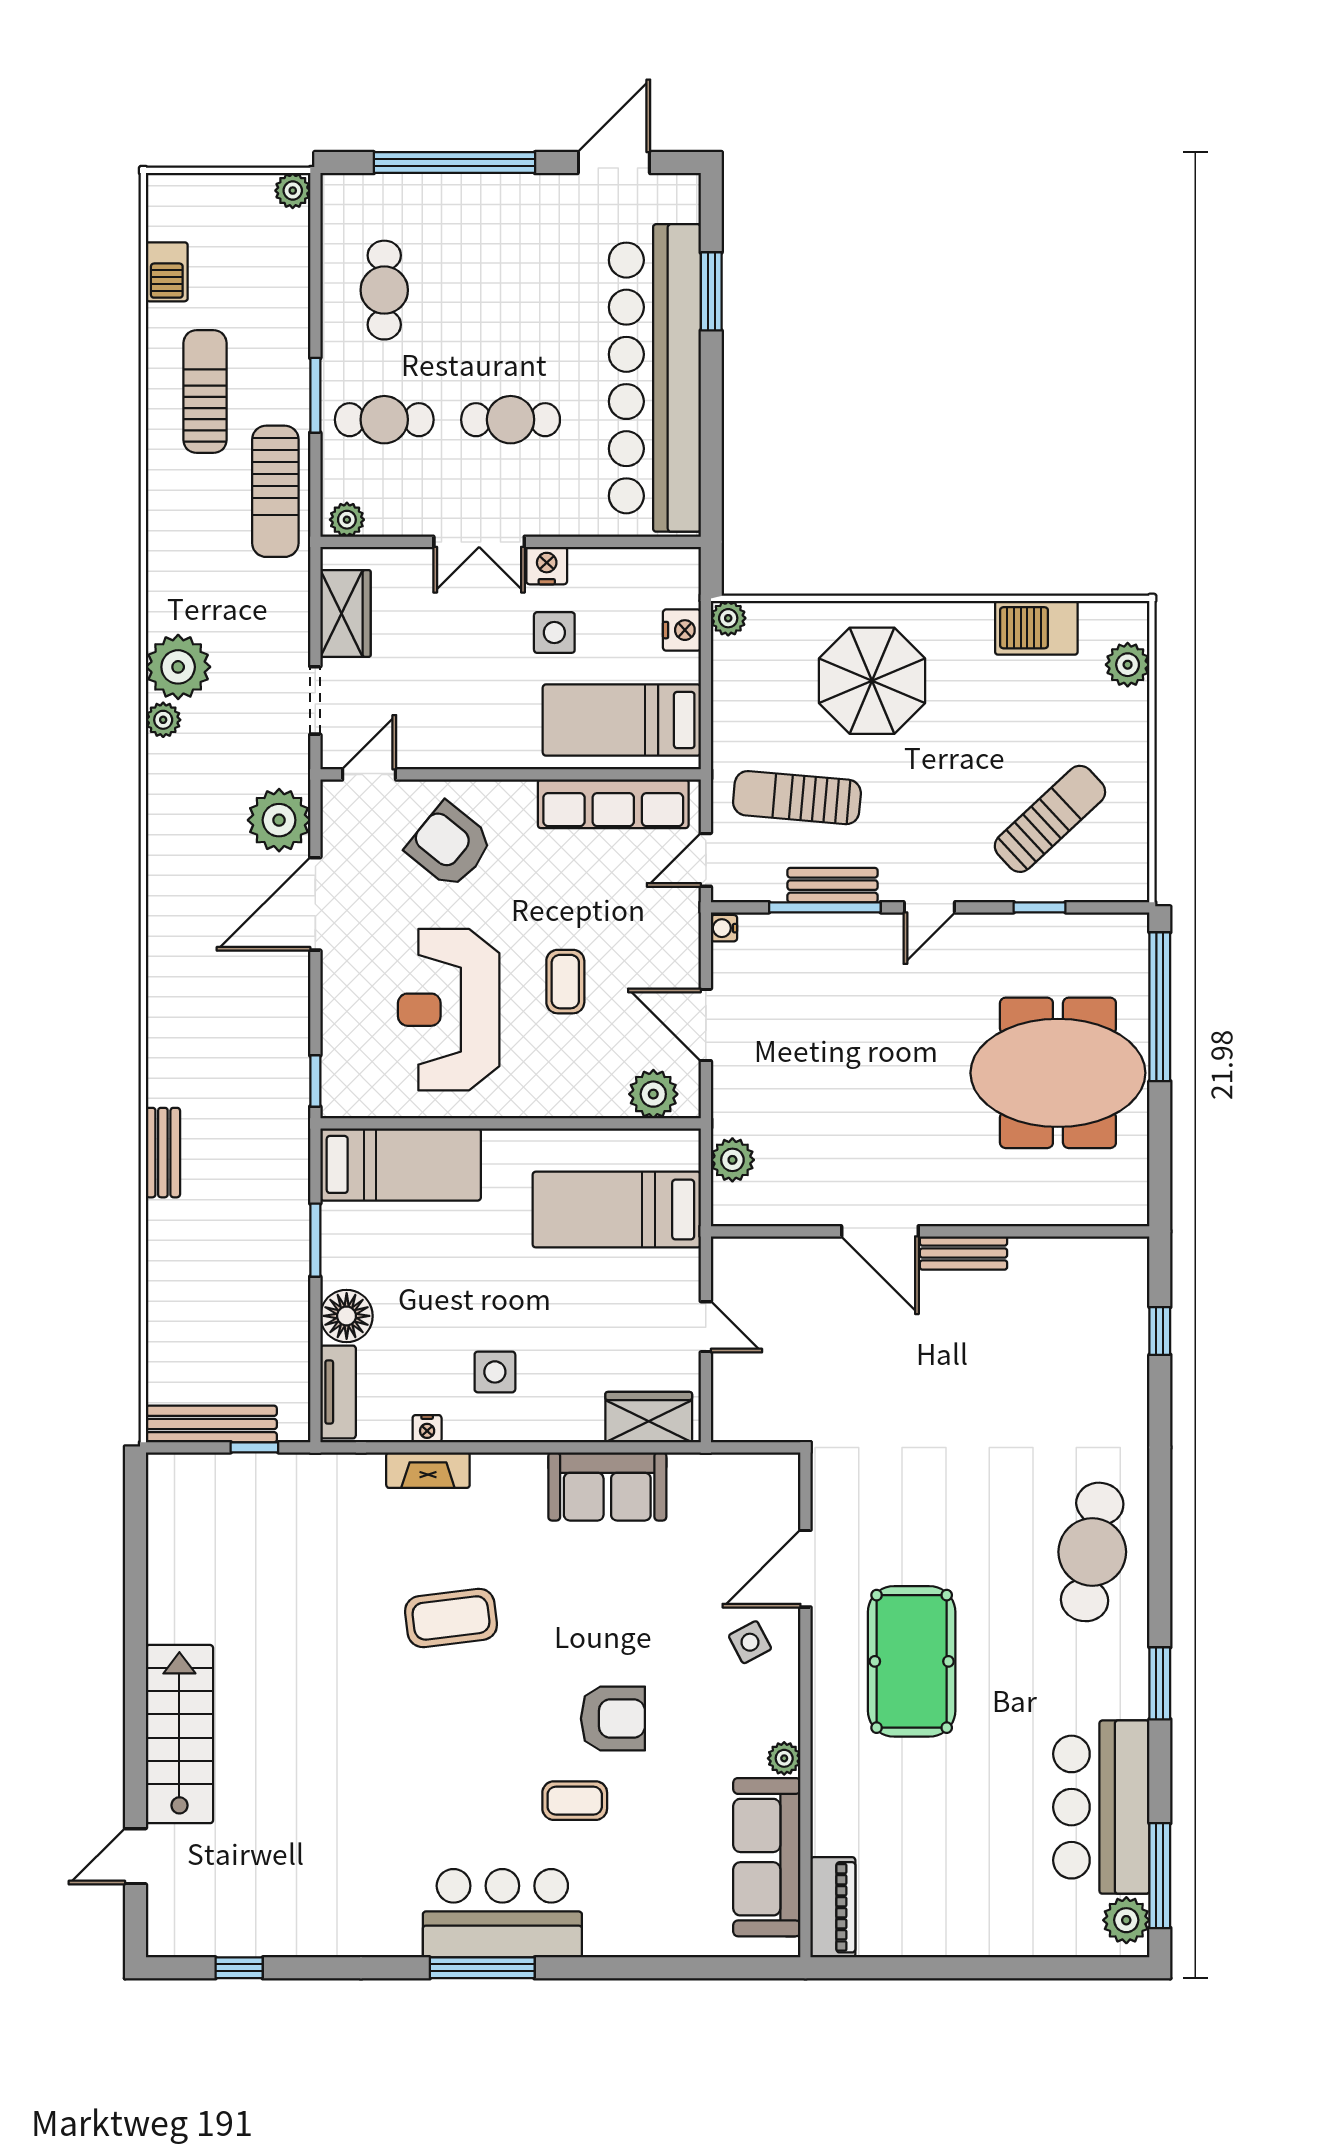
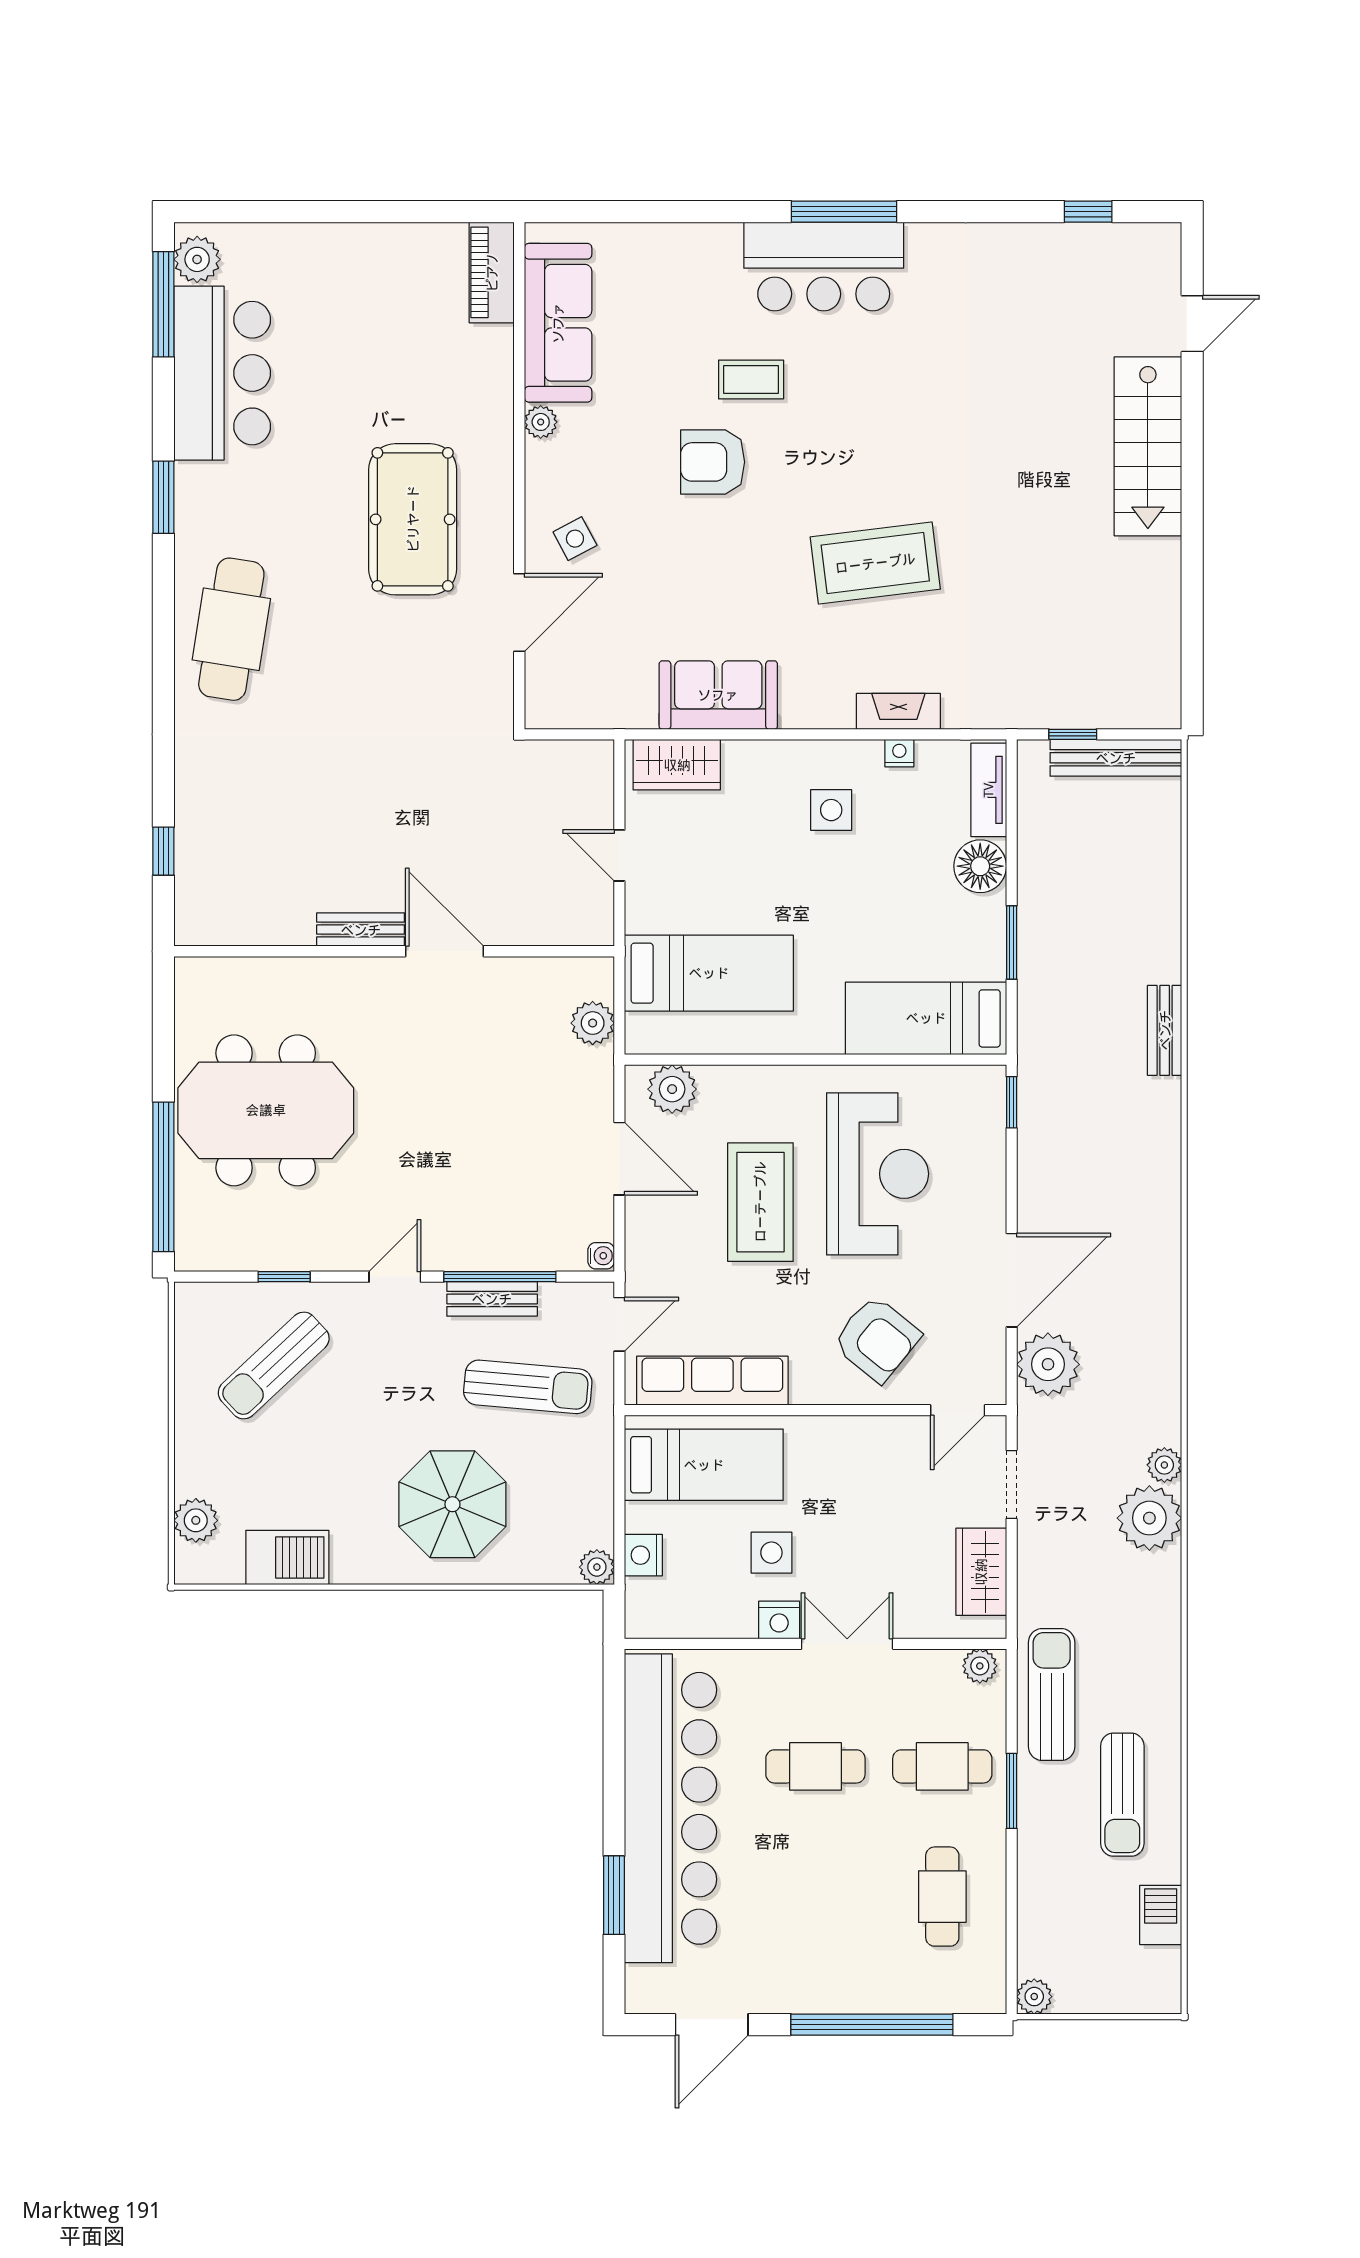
coffee table: (565, 982) -> (760, 1202), width x1.86, depth x1.72
coffee table: (451, 1618) -> (875, 563), width x1.36, depth x1.32

